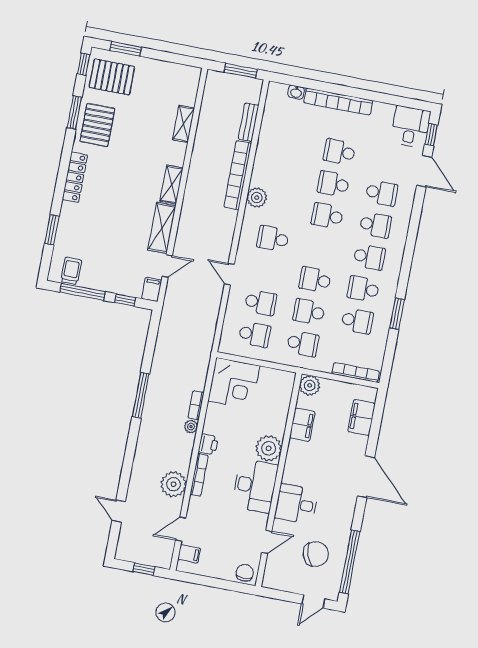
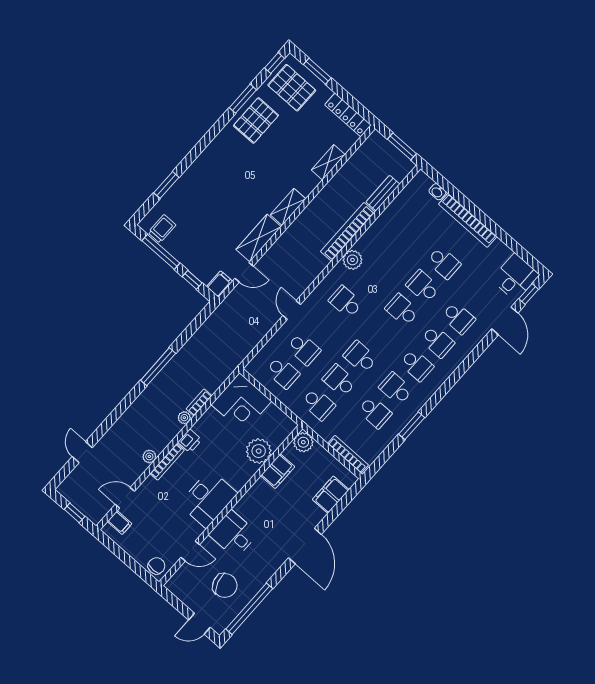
school desk: (339, 152) -> (444, 263), turned 180
locker: (75, 177) -> (348, 115), moved, turned 90
plant: (269, 448) -> (259, 451), moved
plant: (173, 484) -> (149, 456), width x0.53, depth x0.53

